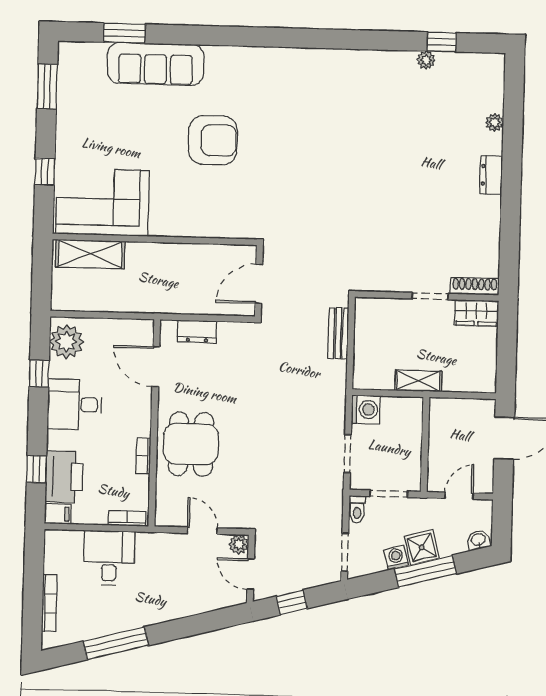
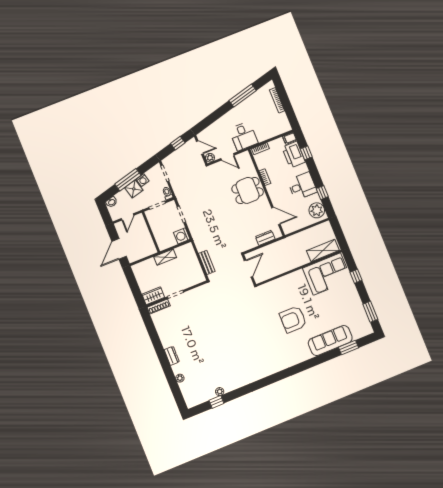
dining table: (191, 444) -> (248, 190), turned 90
desk: (109, 558) -> (244, 136), moved

